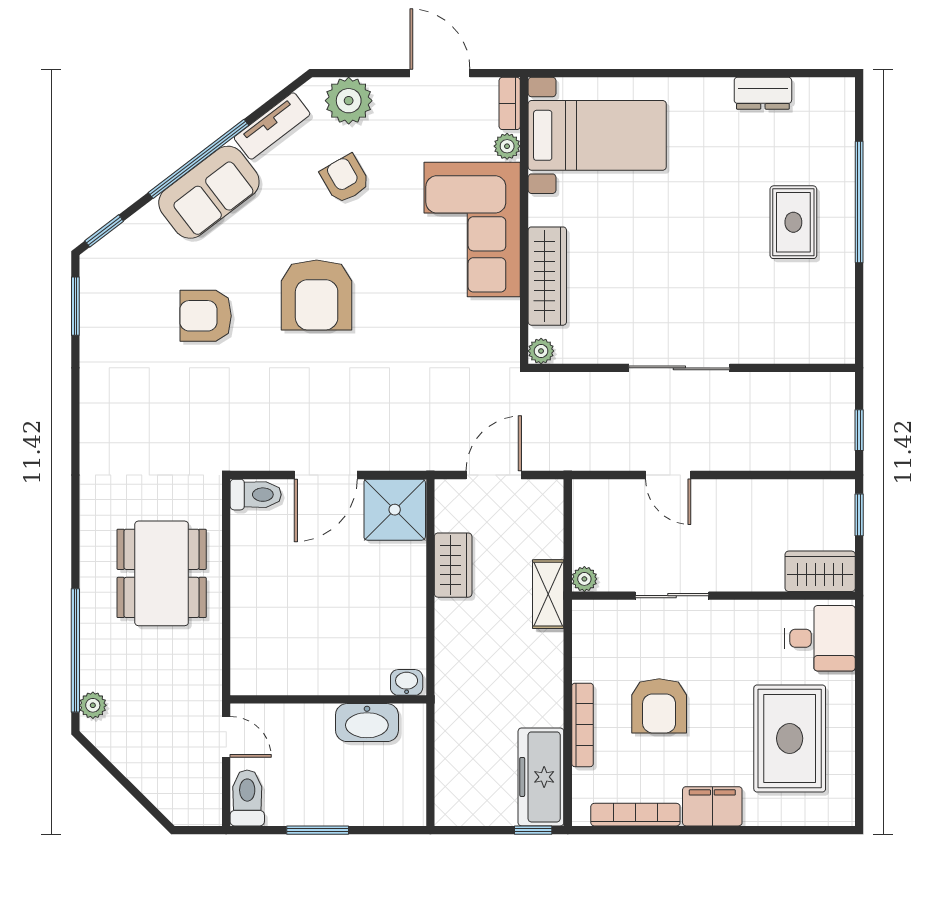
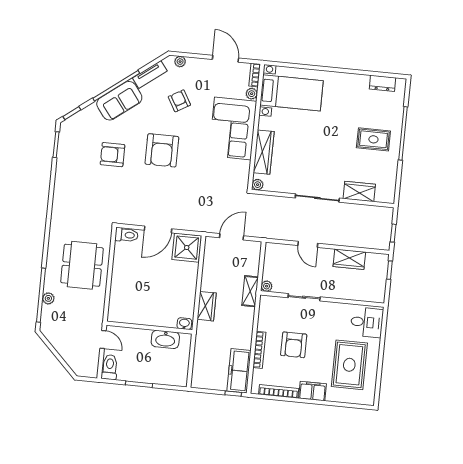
dresser: (763, 93) -> (382, 83), moved
plant: (349, 101) -> (180, 62), width x0.53, depth x0.53
rug: (793, 222) -> (373, 139), turned 90
wardrobe: (773, 344) -> (359, 192), added
wardrobe: (453, 565) -> (207, 306), moved
wardrobe: (820, 571) -> (349, 259), moved, turned 180
plant: (93, 705) -> (48, 298), moved

